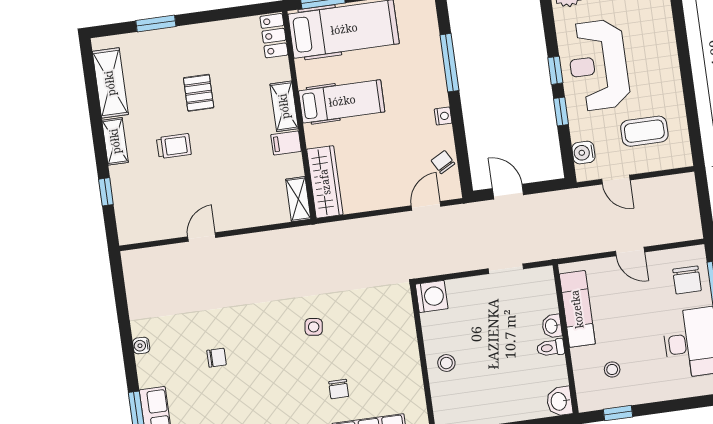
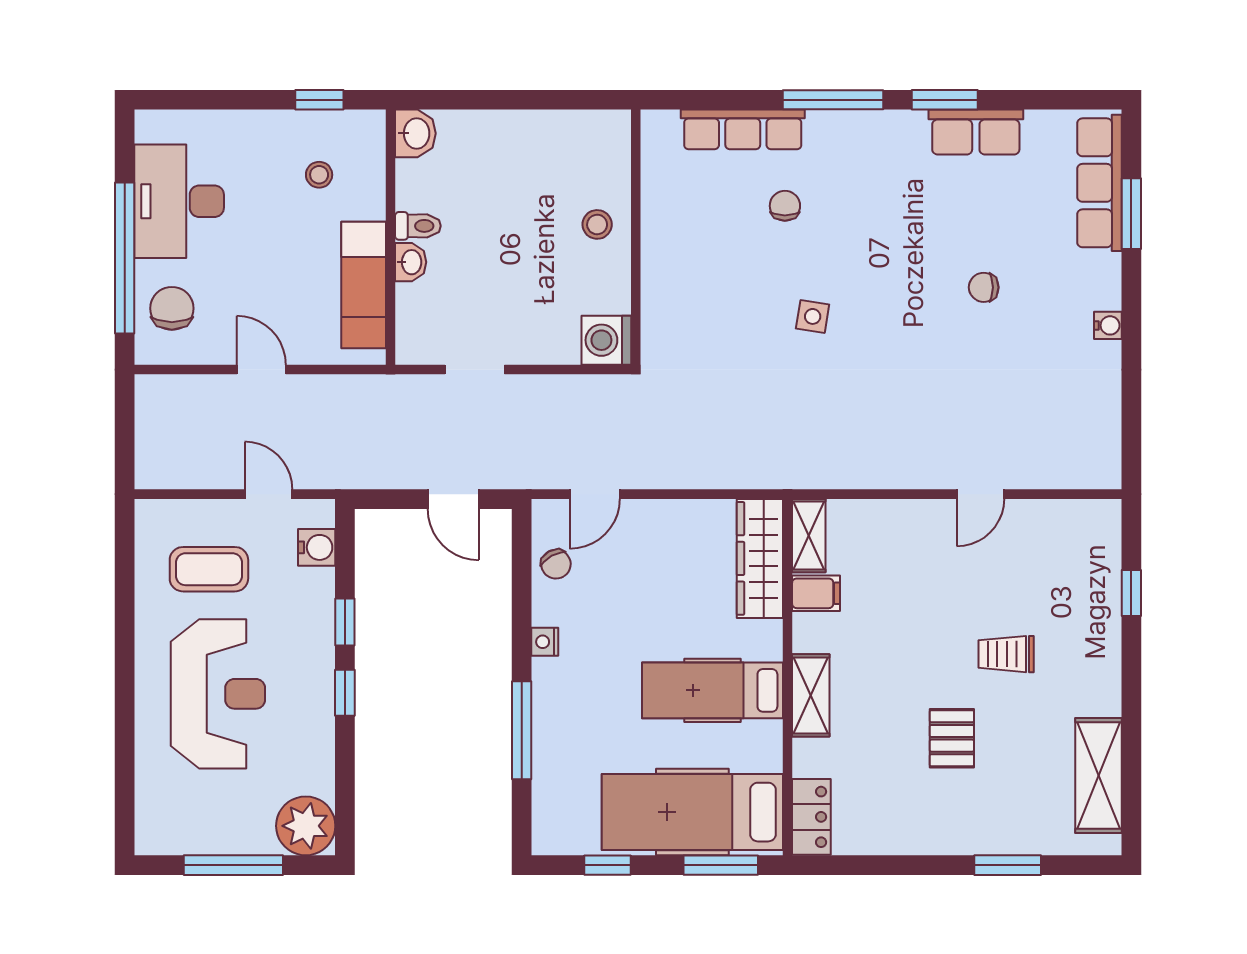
reception desk: (598, 65) -> (218, 694), moved
shelving: (115, 141) -> (1104, 676), removed
filing cabinet: (286, 143) -> (816, 593), moved

